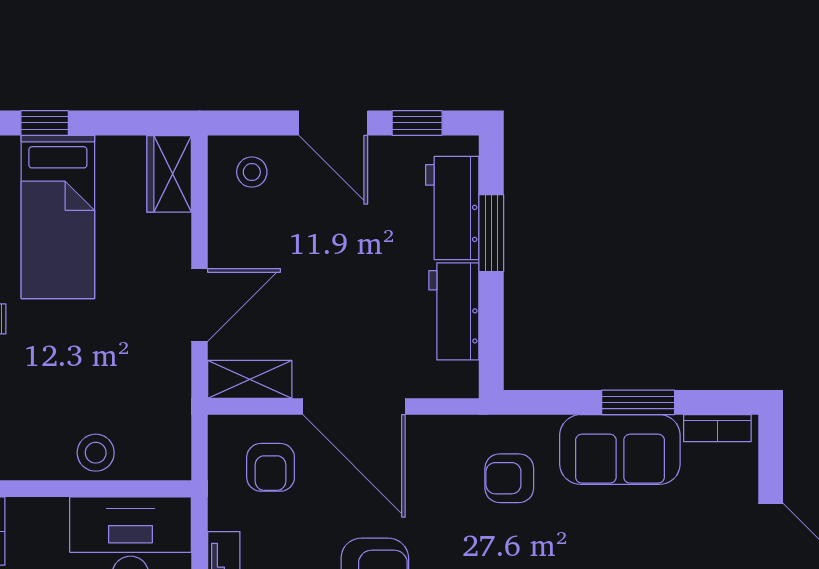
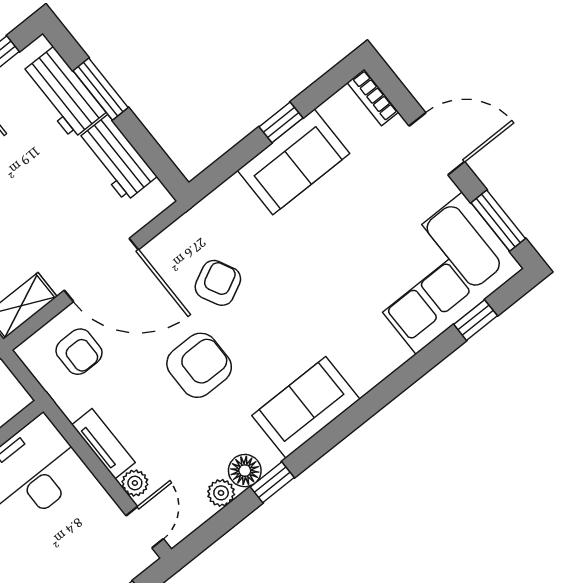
window: (638, 402) -> (281, 122), width x0.67
bookcase: (717, 428) -> (373, 97), moved, turned 90
armchair: (509, 478) -> (218, 283), moved, turned 153

